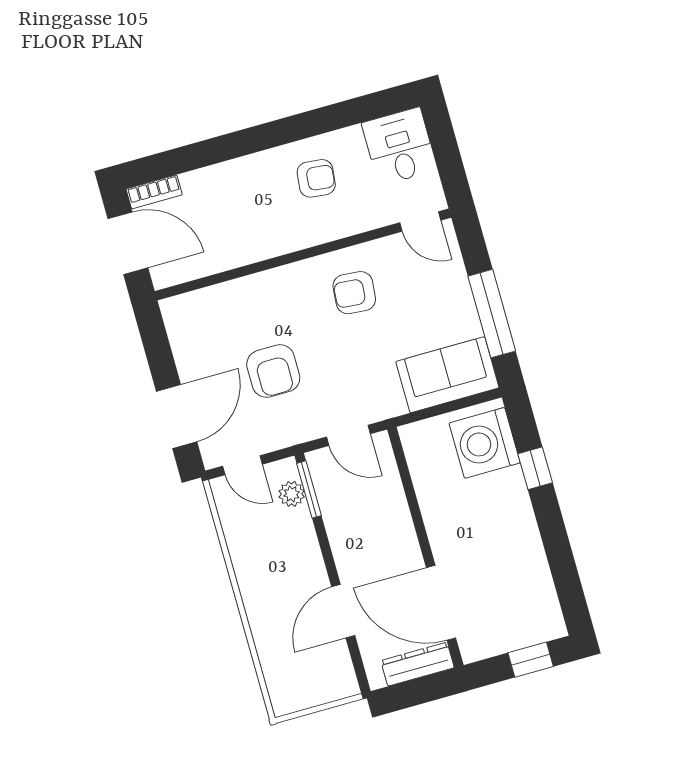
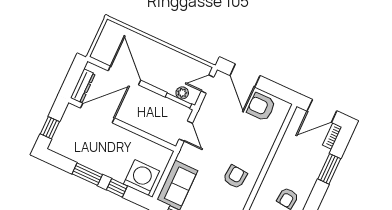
window: (211, 152) -> (329, 169), added
armchair: (273, 371) -> (261, 107), moved
door: (348, 435) -> (186, 131), swing flipped
window: (554, 535) -> (87, 174), added
door: (343, 611) -> (124, 76), width x1.36

